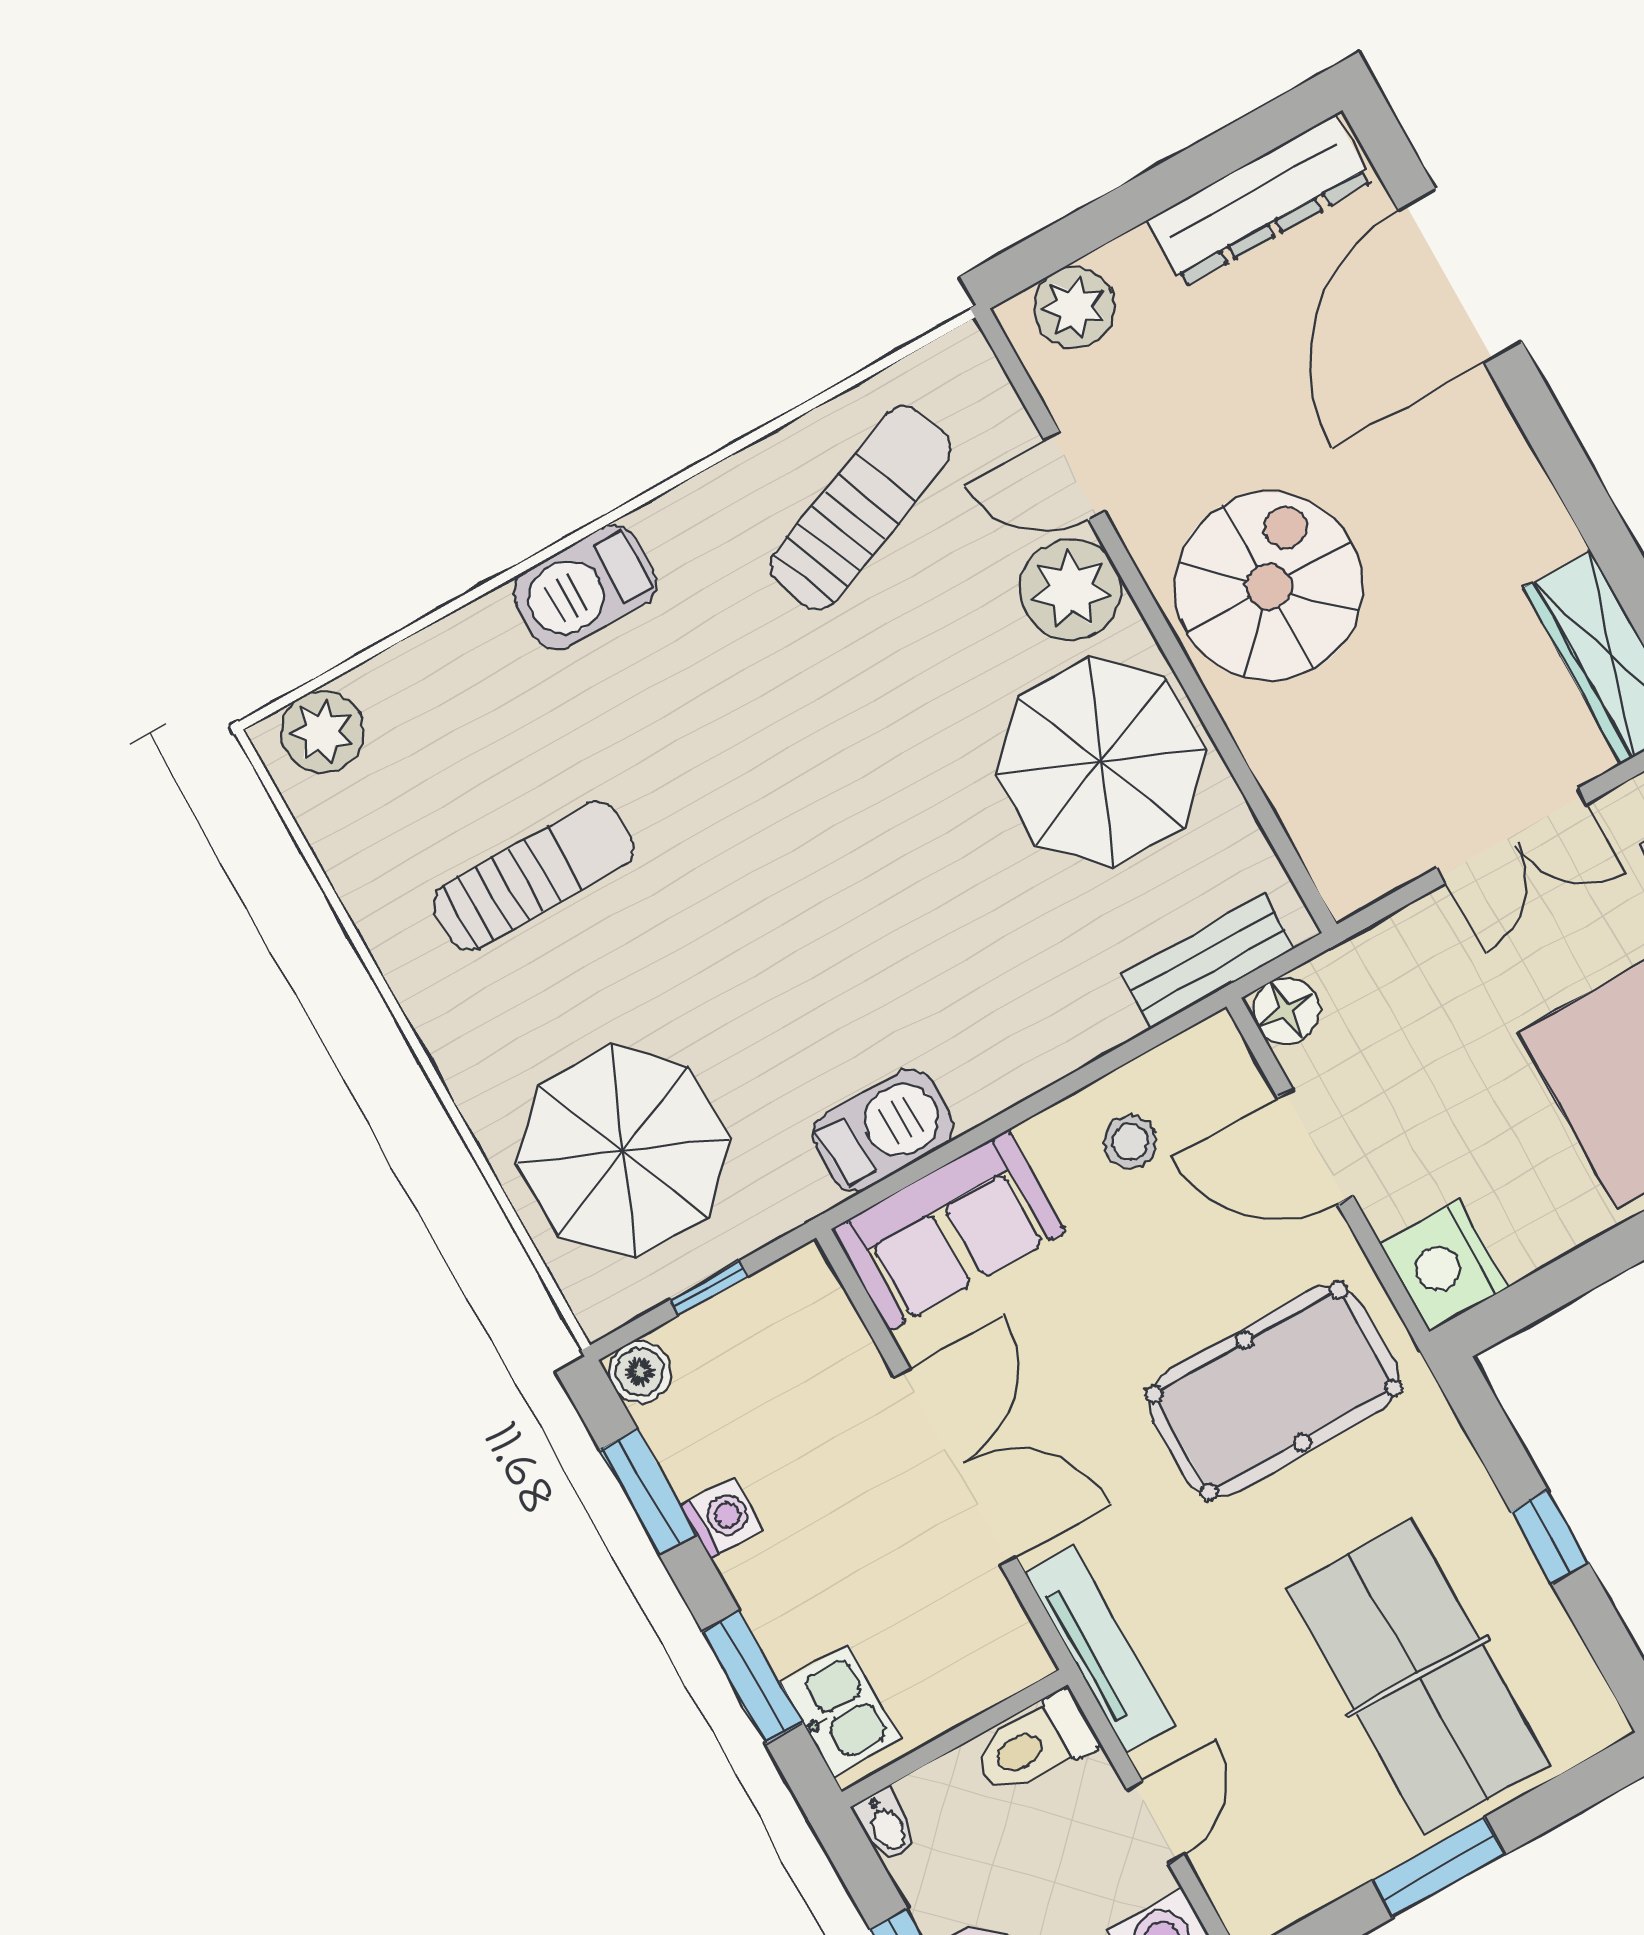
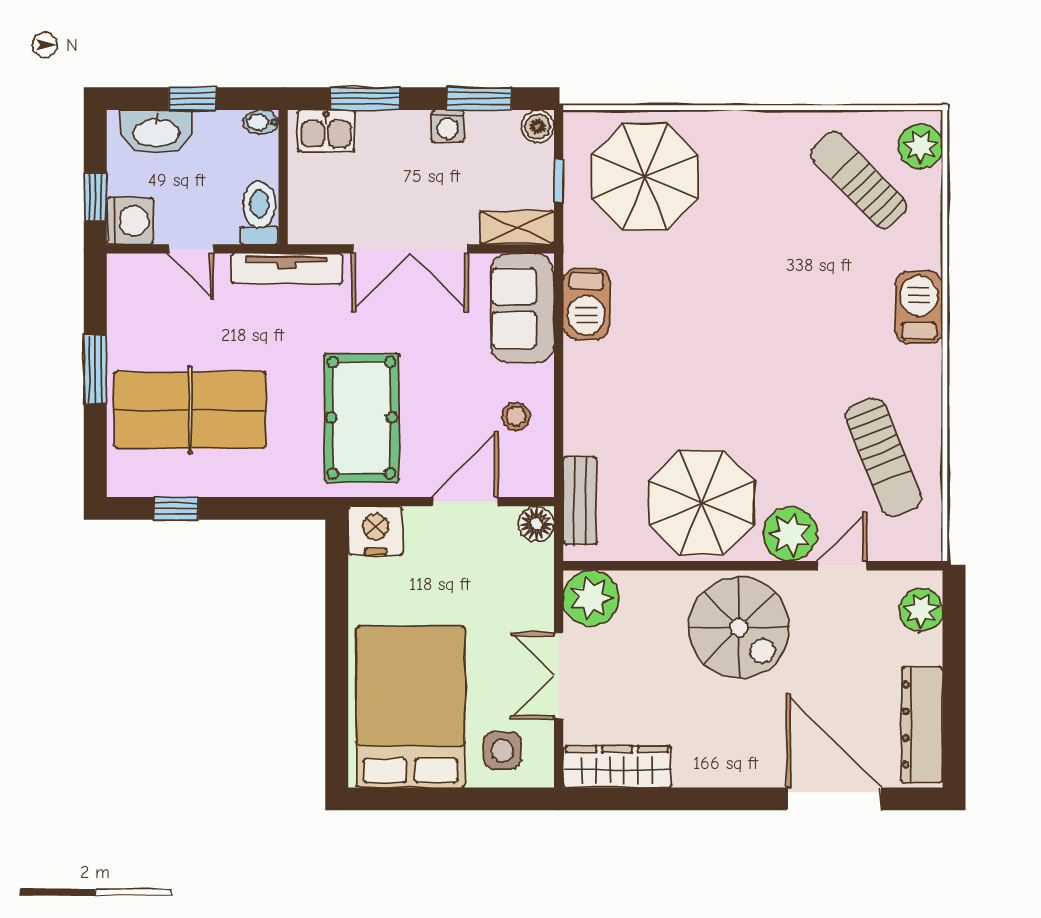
plant: (1357, 854) -> (591, 598), added
sun lounger: (534, 876) -> (859, 180), moved, turned 136
shelving: (823, 1313) -> (517, 228), added
window: (1550, 1537) -> (176, 508), moved

